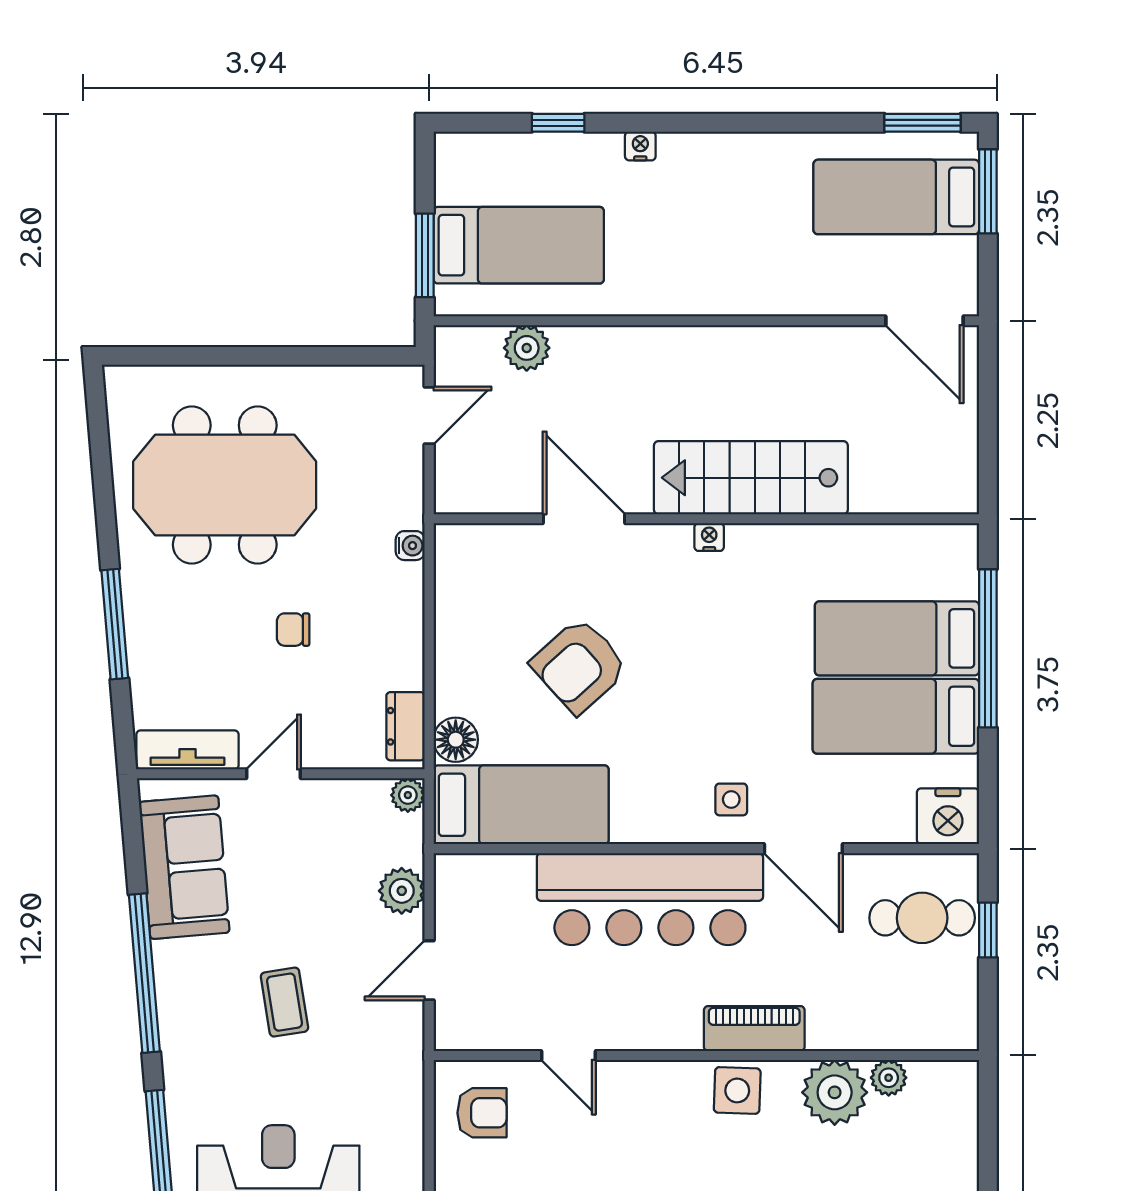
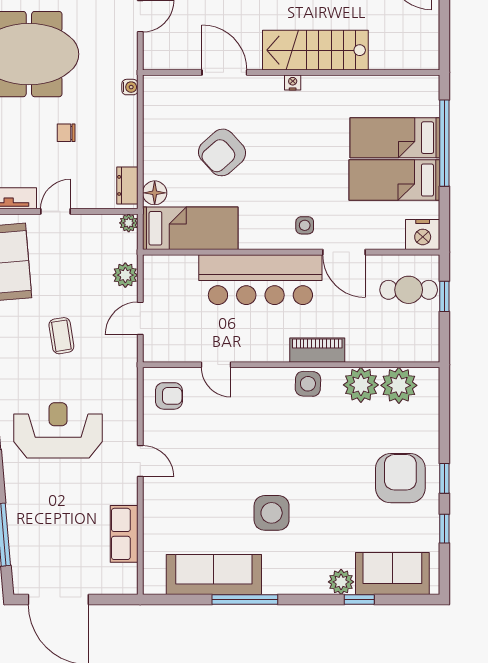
plant: (889, 1078) -> (399, 385), width x1.88, depth x1.88

